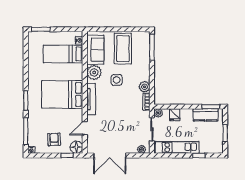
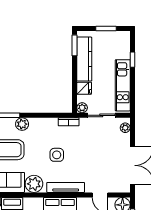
side table: (117, 80) -> (57, 155), moved
plant: (145, 87) -> (22, 124), moved
kitchen counter: (206, 115) -> (84, 59), width x1.50

